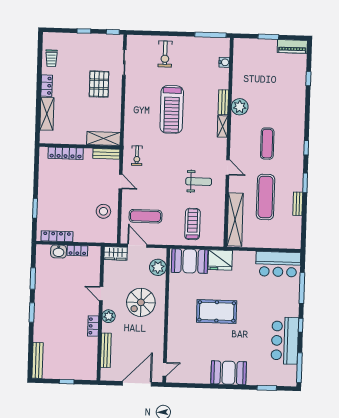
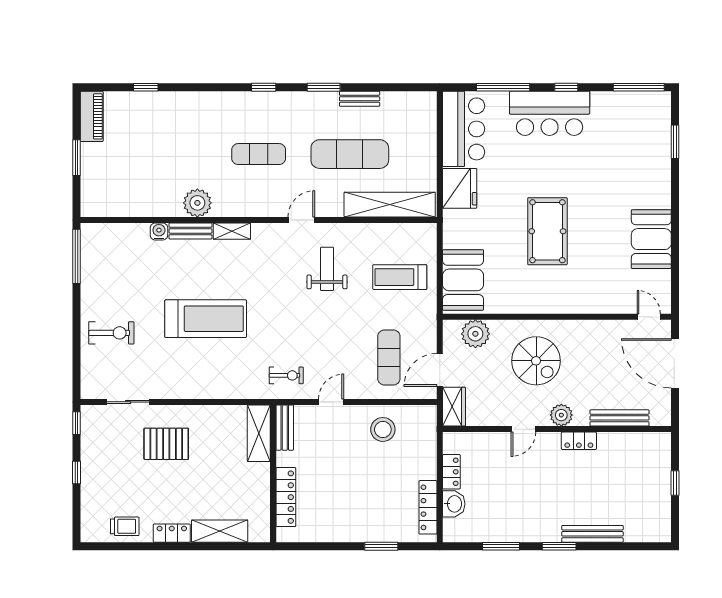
water cooler: (224, 62) -> (159, 232), moved
fridge: (220, 260) -> (460, 188), moved
bar counter: (285, 341) -> (550, 113), moved
bench: (38, 360) -> (592, 534), moved
booth: (229, 373) -> (651, 239), moved

